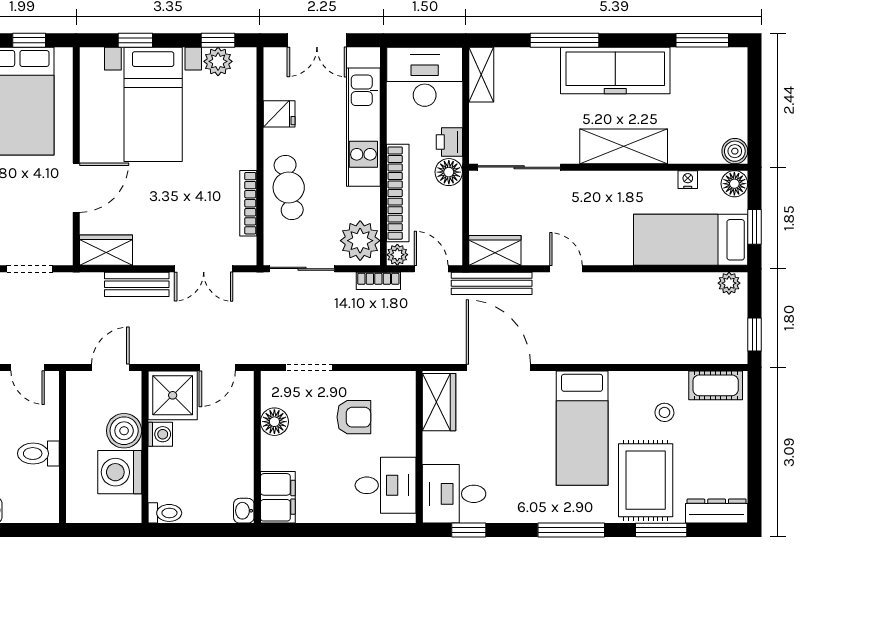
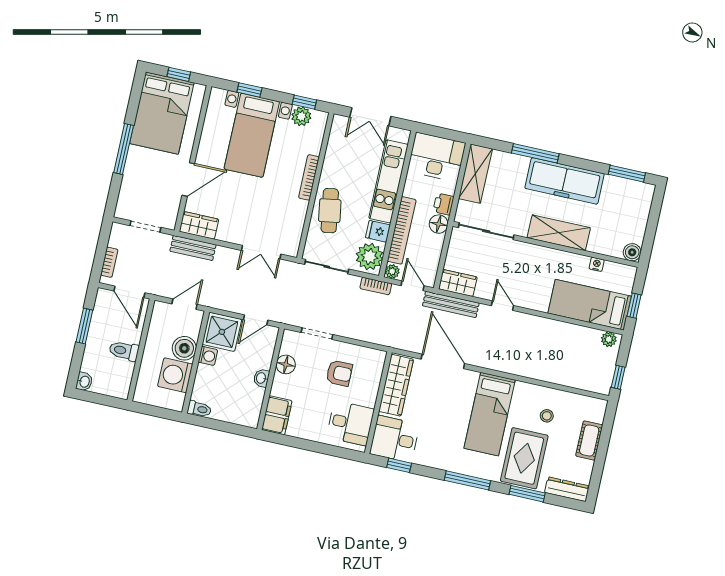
shelving: (481, 75) -> (475, 174), width x1.50, depth x1.33
fridge: (279, 114) -> (378, 231), moved, turned 180
floor lamp: (734, 184) -> (627, 274), removed
bookcase: (248, 203) -> (309, 177), moved
bench: (137, 284) -> (193, 248), moved
door: (28, 367) -> (129, 292), width x1.38
cot: (716, 385) -> (589, 440), moved, turned 90
wardrobe: (439, 402) -> (396, 385), width x1.50
washbasin: (244, 511) -> (261, 378), moved

